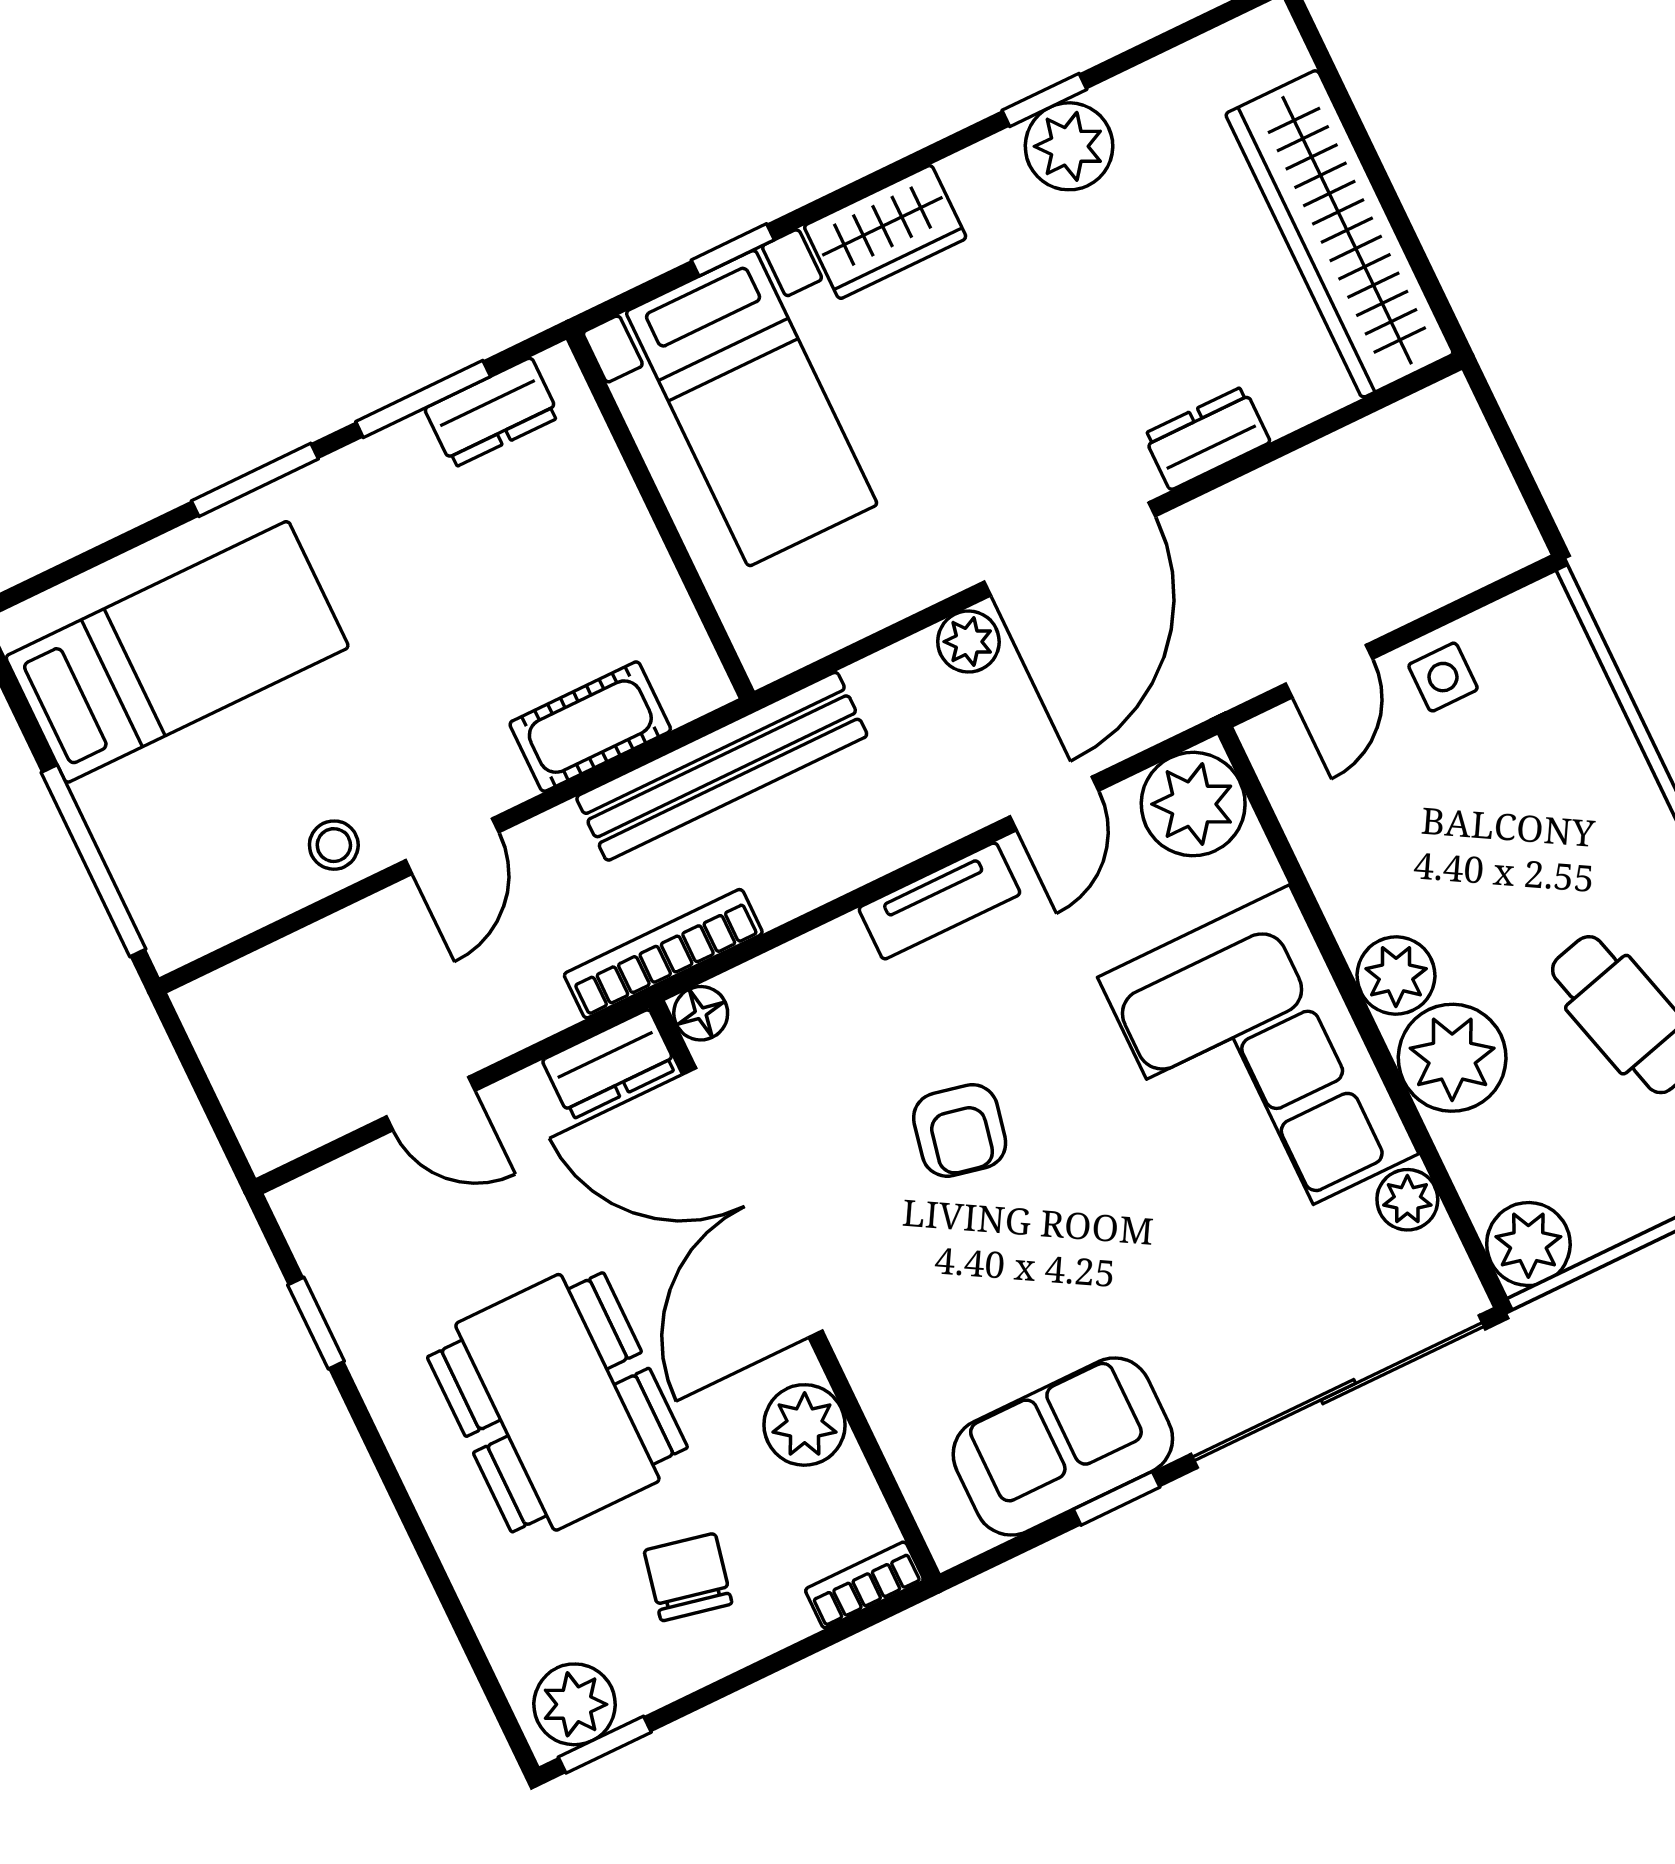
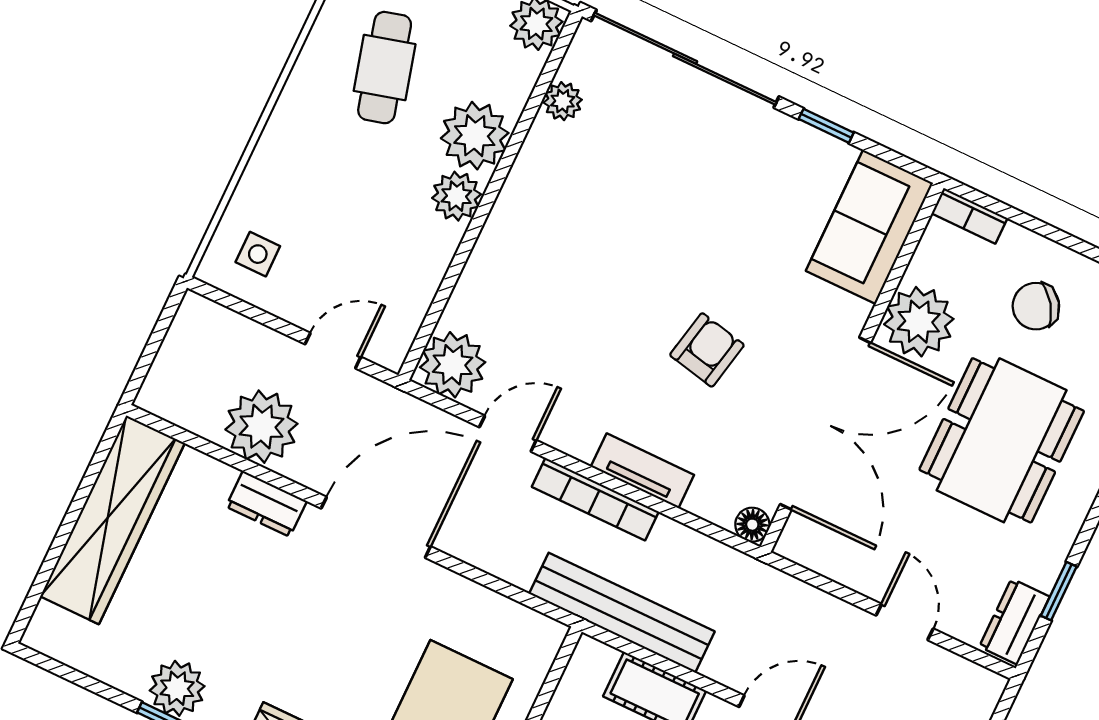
plant: (968, 642) -> (261, 427), moved, width x1.87, depth x1.87
side table: (1443, 677) -> (258, 254), moved
tv unit: (939, 901) -> (642, 471), moved
bookcase: (663, 954) -> (595, 499), moved
dresser: (610, 1064) -> (1014, 622), moved, turned -90
corner sofa: (1258, 1065) -> (556, 228), removed
plant: (805, 1425) -> (919, 322), width x1.36, depth x1.36
sofa: (1063, 1446) -> (870, 227), moved, turned 90
chair: (688, 1577) -> (1036, 306), turned 43

